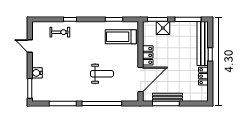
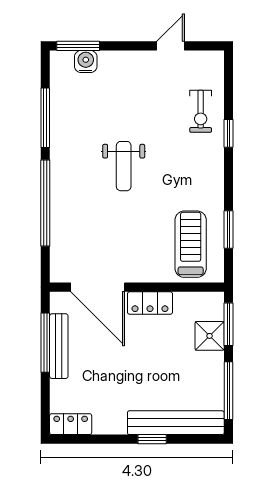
water cooler: (37, 73) -> (86, 62), moved
weight bench: (102, 74) -> (124, 166), moved
locker: (203, 76) -> (71, 424), moved

